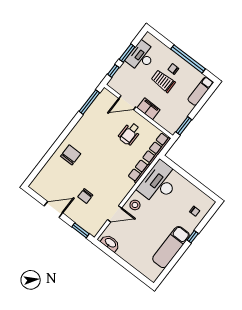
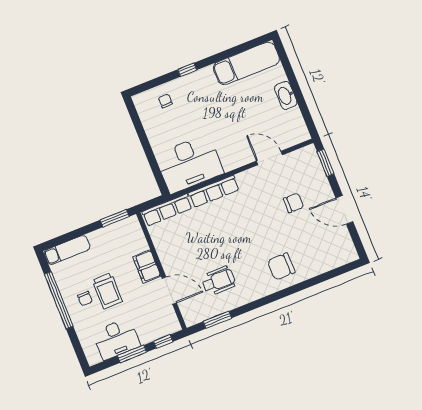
window: (89, 102) -> (217, 320), width x0.69
wheelchair: (130, 134) -> (219, 281), moved
row of seats: (139, 171) -> (214, 191), width x1.48
stool: (135, 205) -> (237, 154), removed
washbasin: (110, 243) -> (286, 95), moved
exam couch: (171, 247) -> (246, 63), moved

